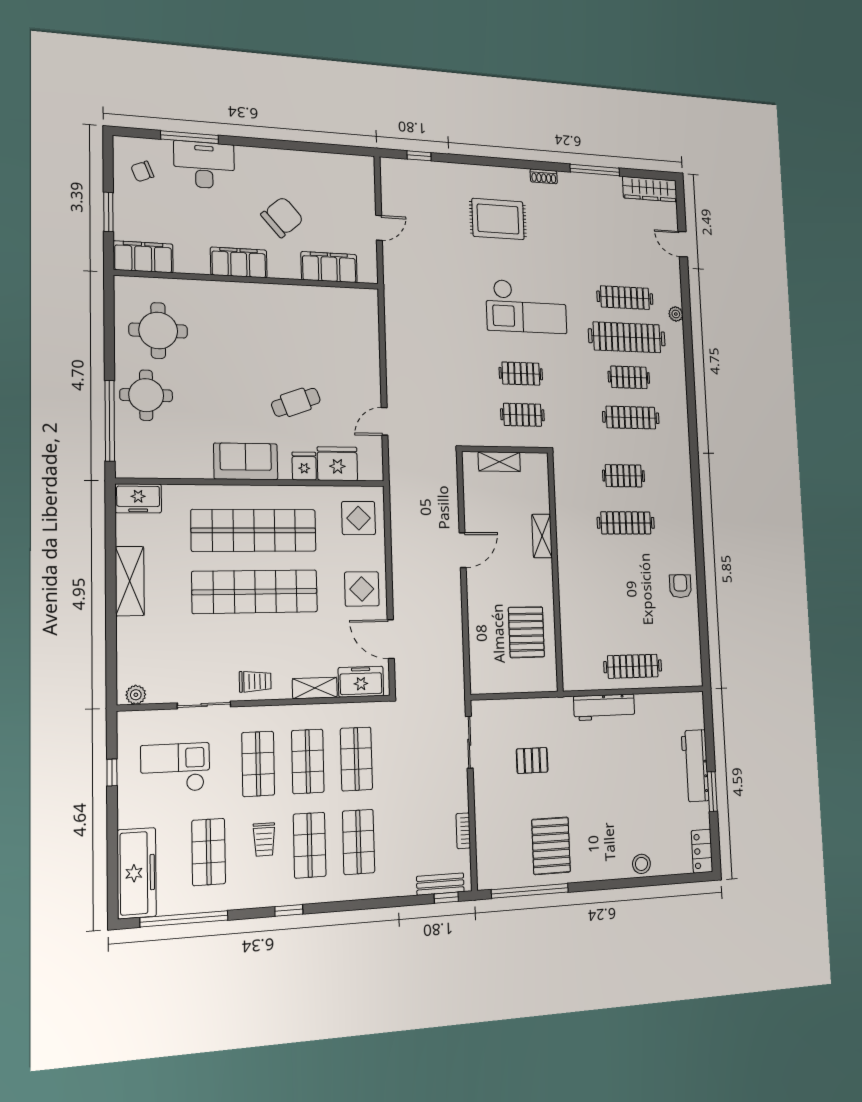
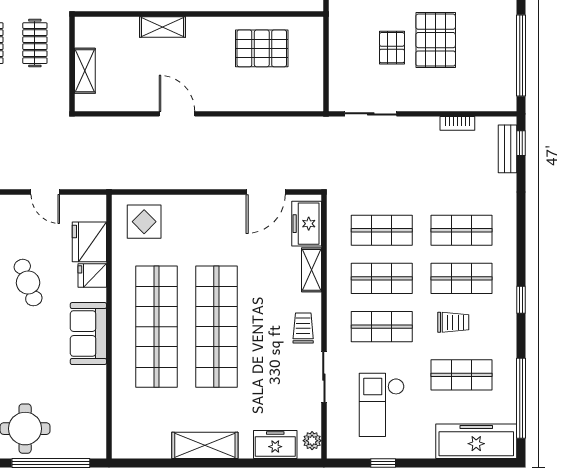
freezer: (138, 498) -> (275, 445), moved, turned -90
display table: (362, 589) -> (215, 220), removed
pallet: (551, 846) -> (436, 40), moved, turned 90

